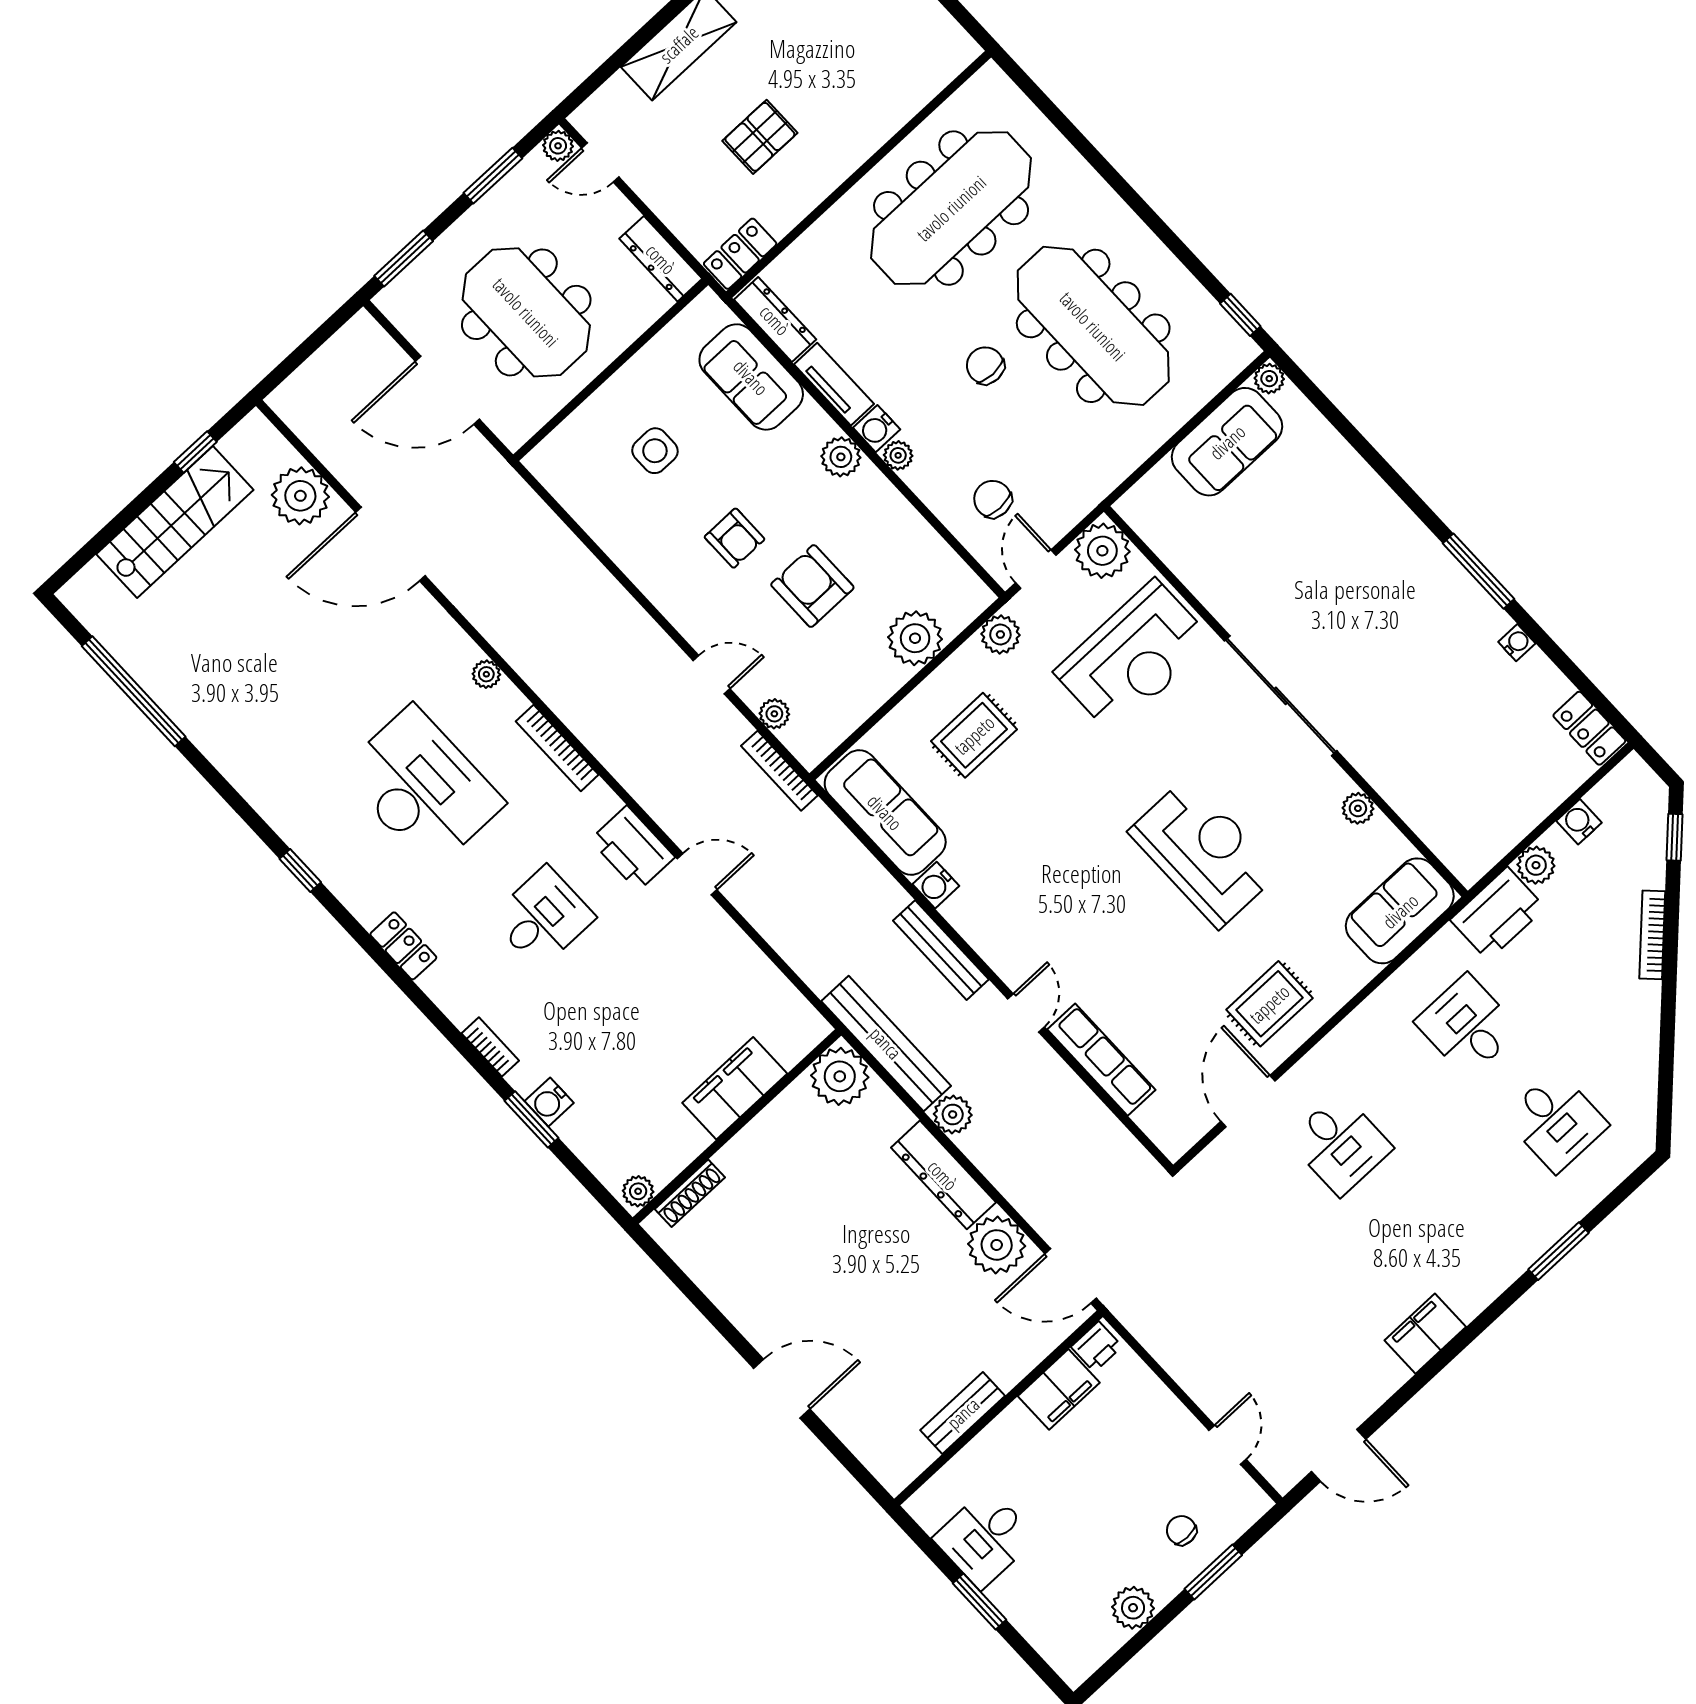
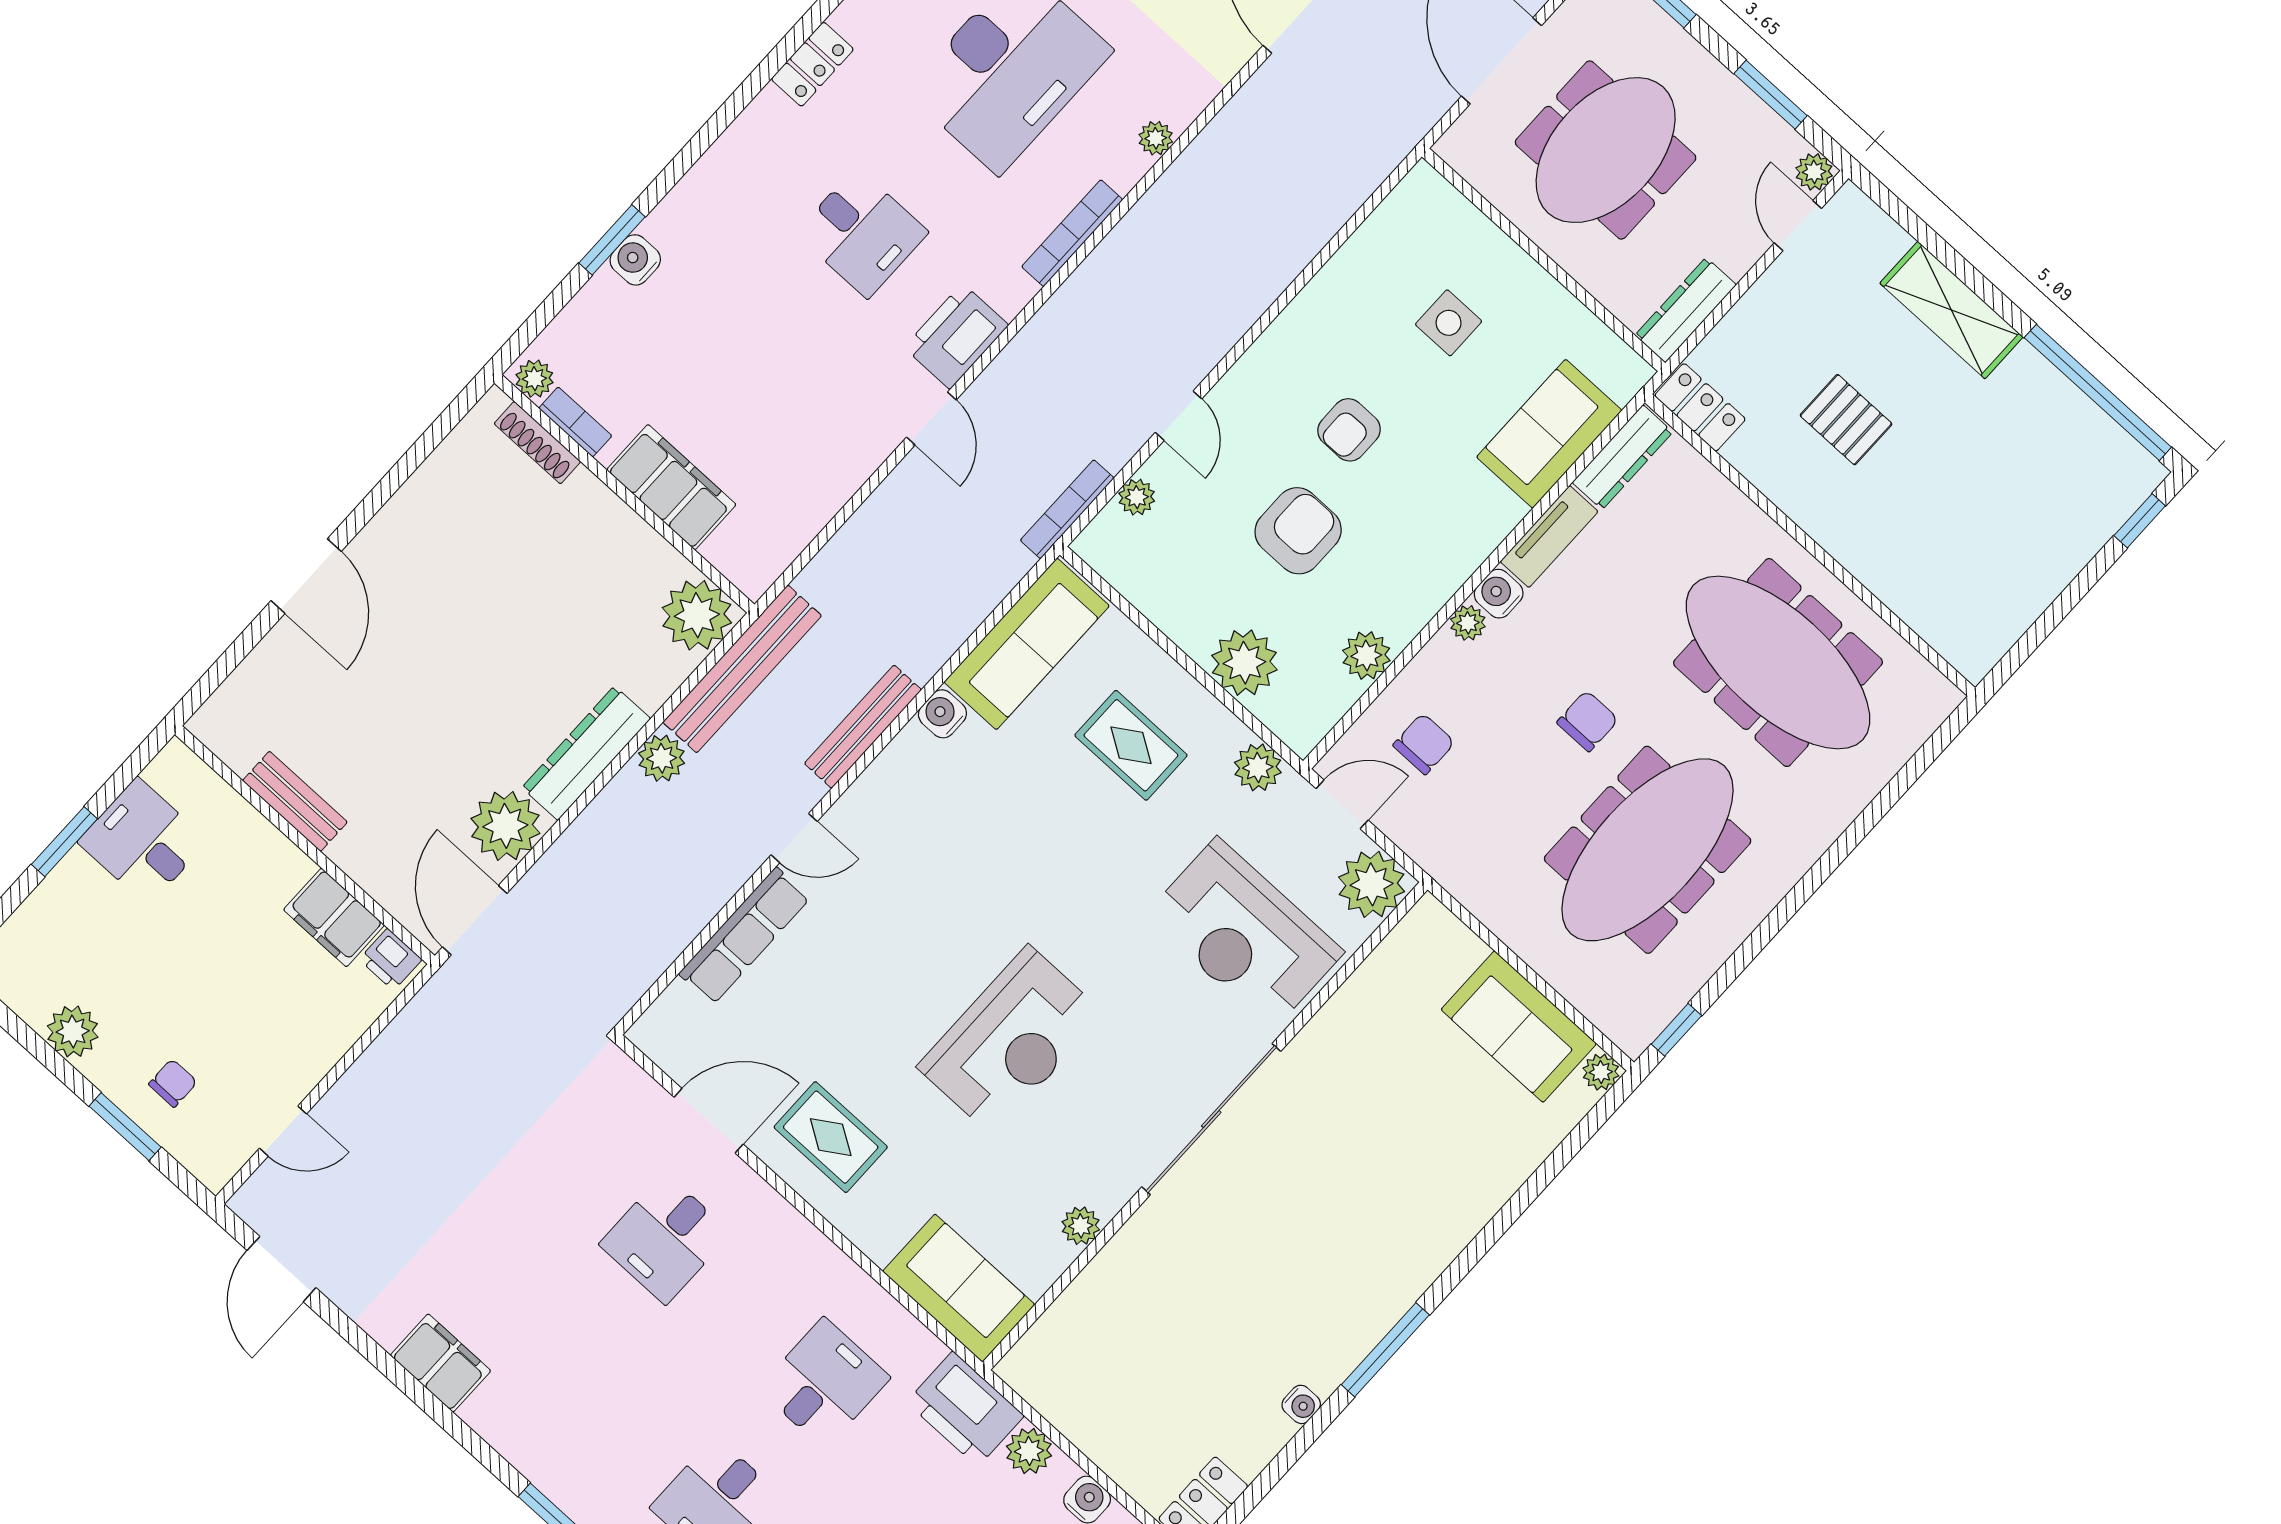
plant: (841, 457) -> (1366, 656), moved
bookcase: (490, 1047) -> (575, 422), moved, turned -90

